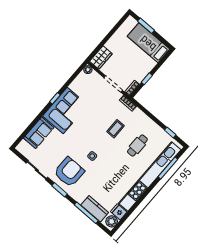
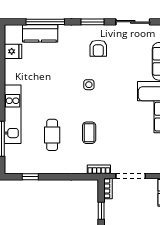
armchair: (69, 172) -> (98, 48), width x0.53, depth x0.53
kitchen unit: (150, 176) -> (13, 114), width x0.54
plant: (112, 221) -> (12, 35), removed

